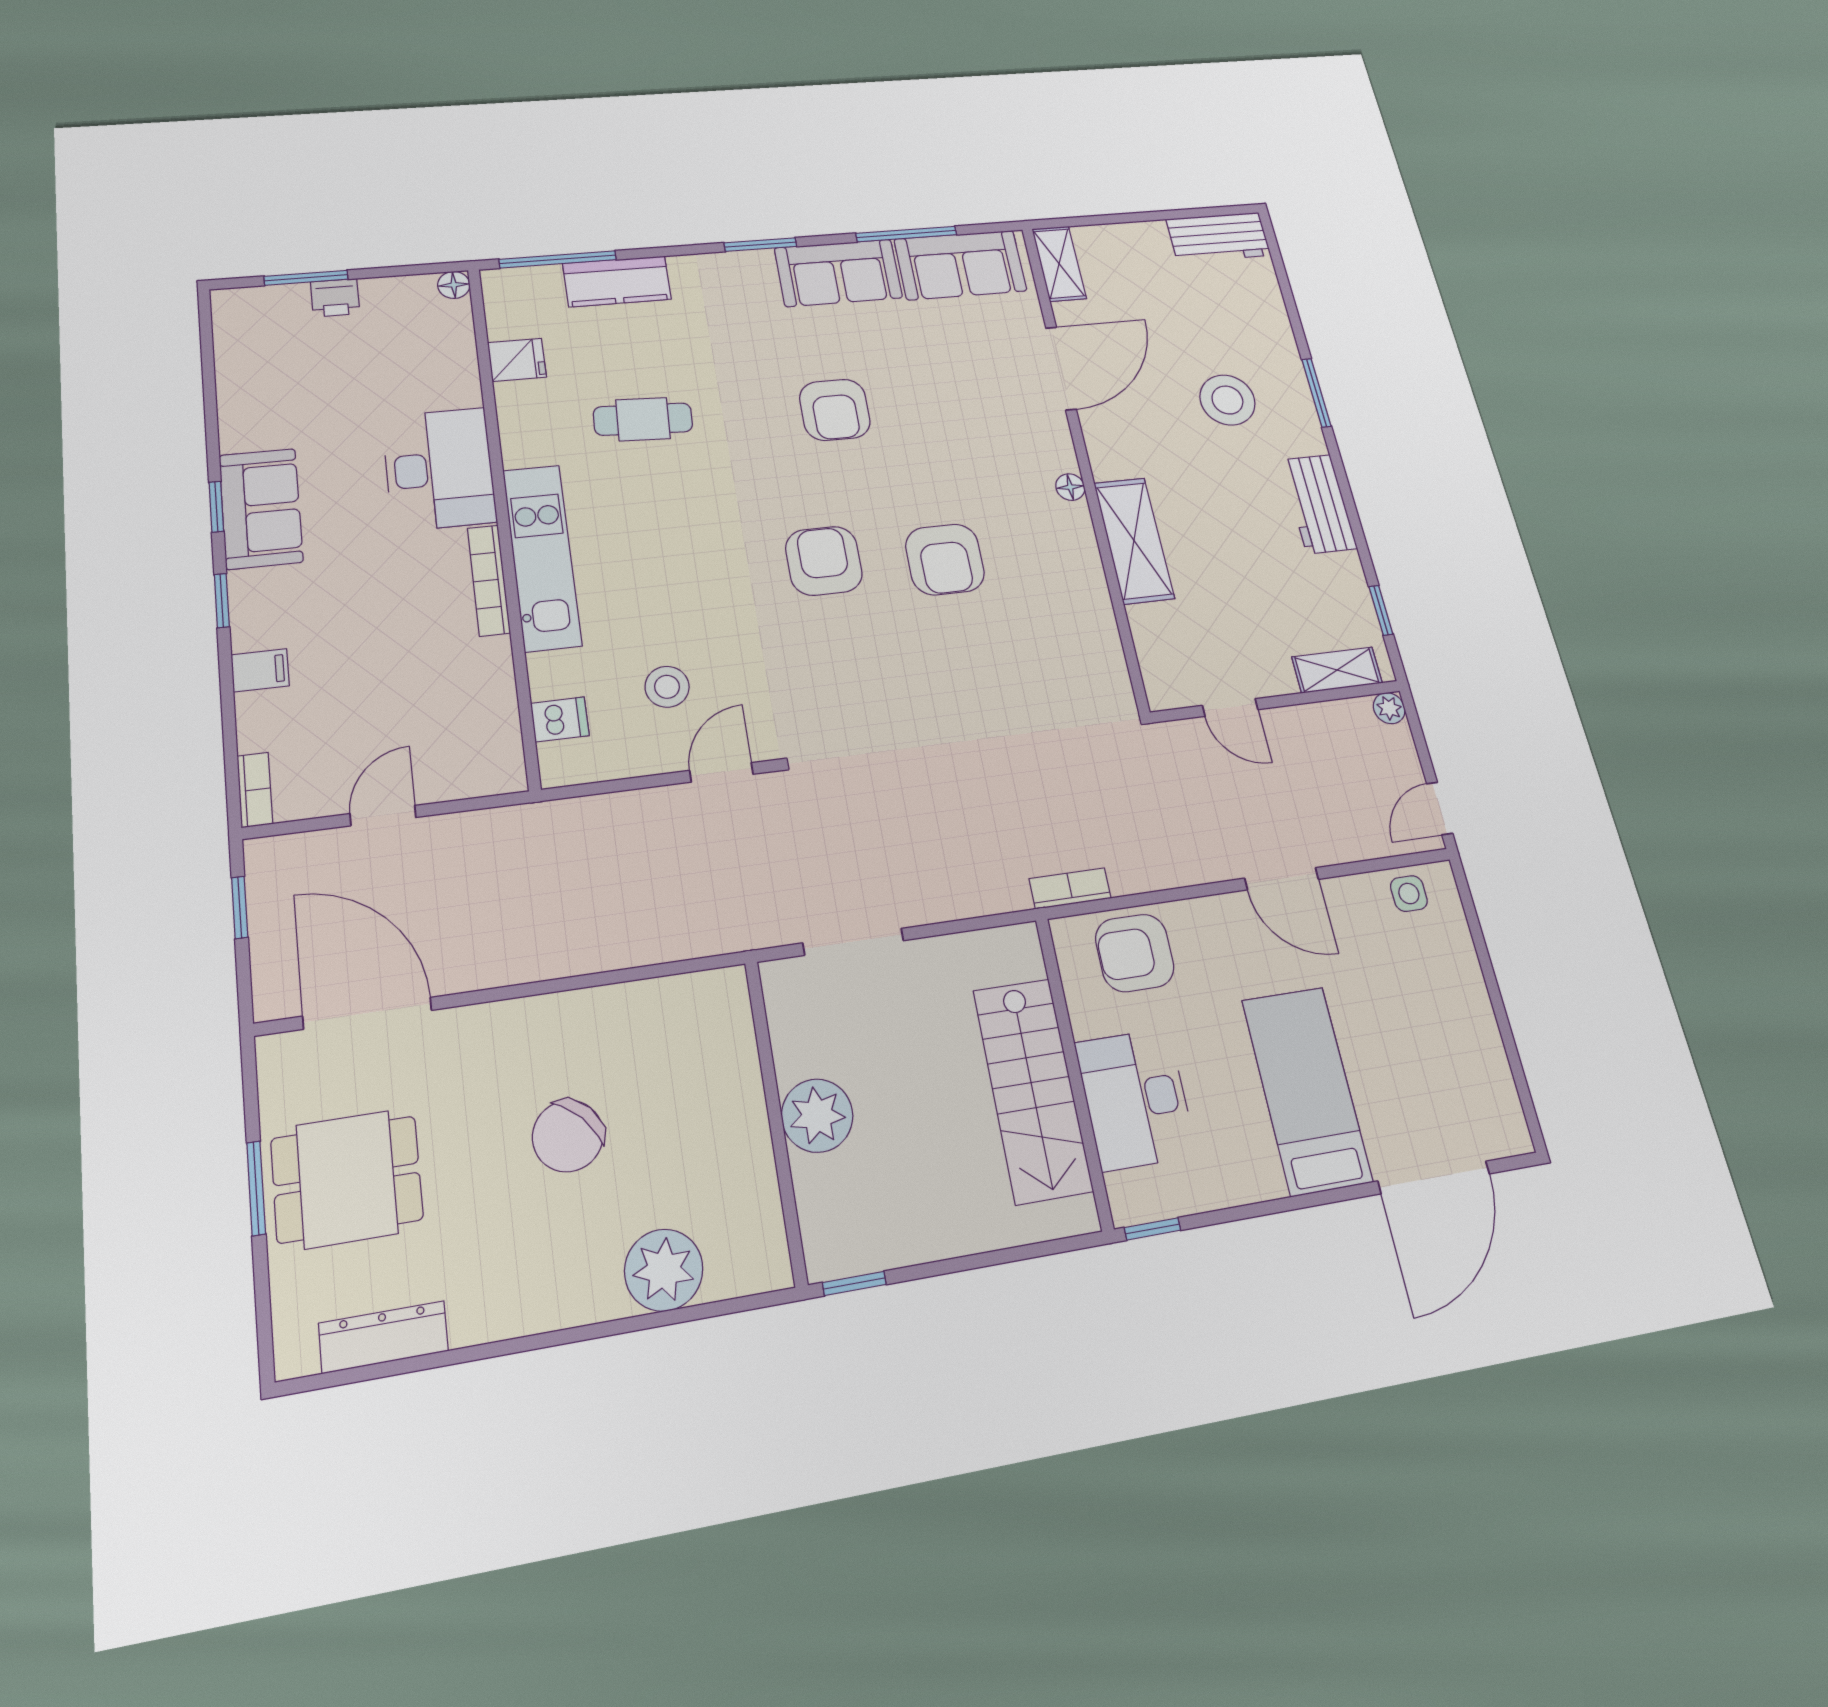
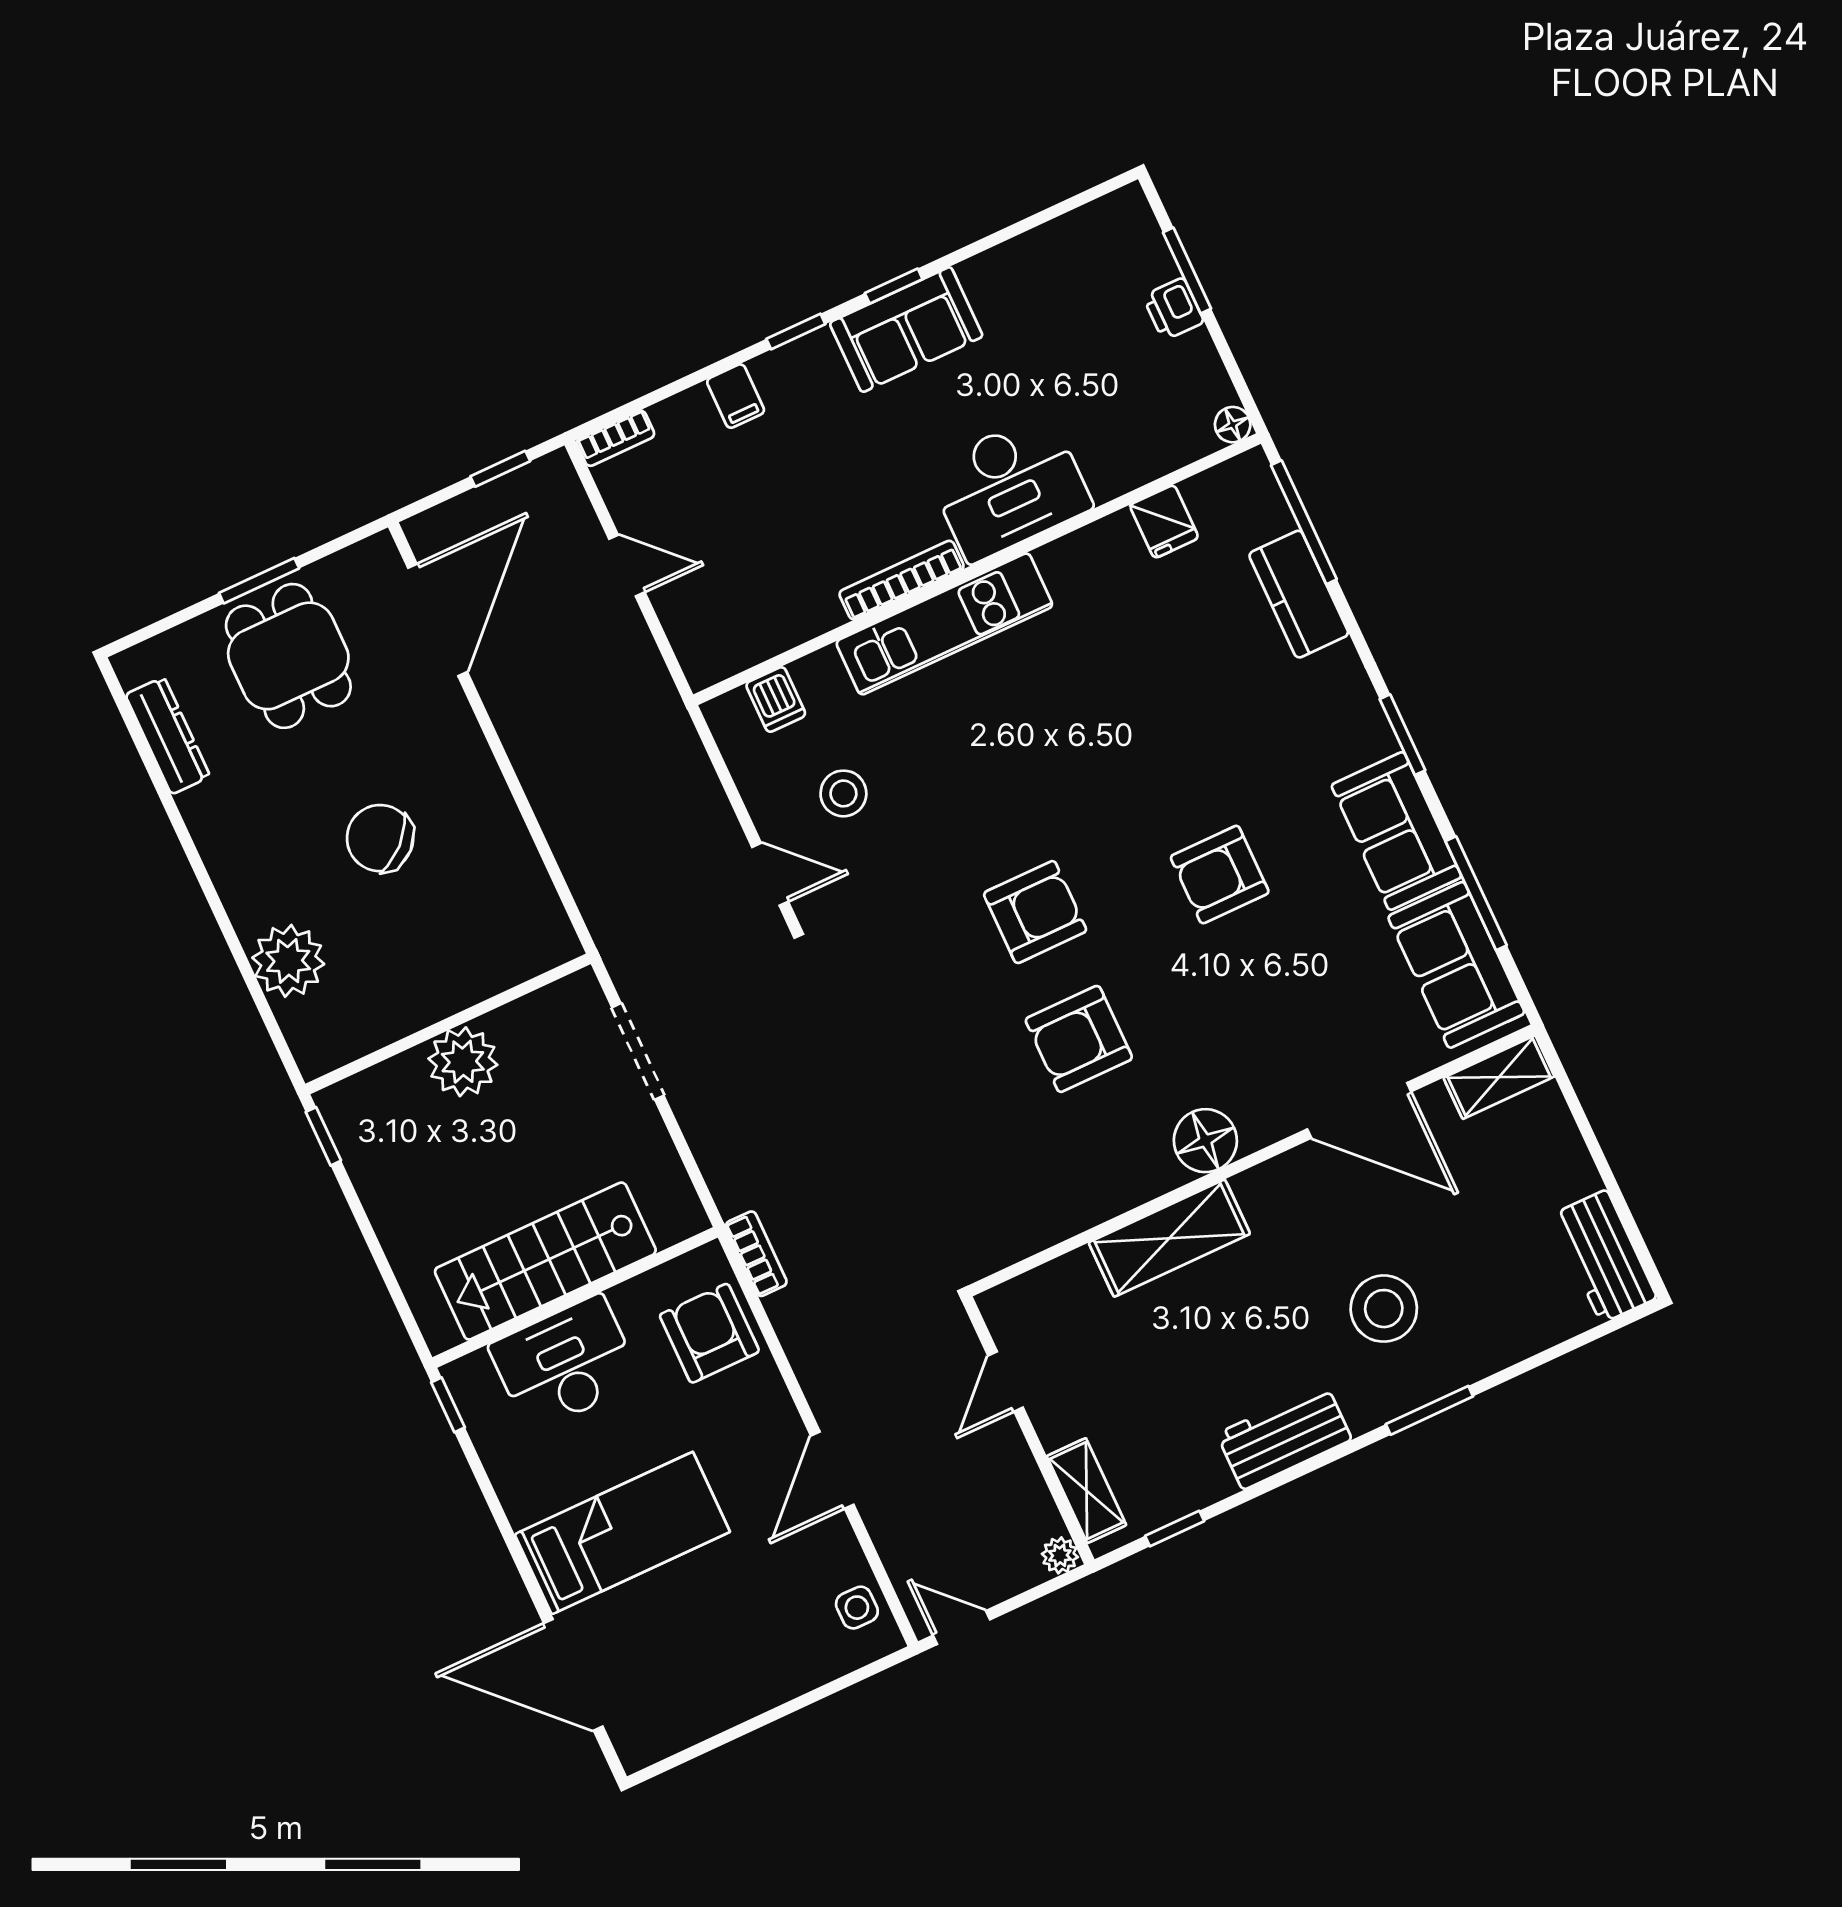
cafe table: (643, 419) -> (1138, 675), removed
floor lamp: (1070, 487) -> (1205, 1141), width x1.89, depth x1.89

